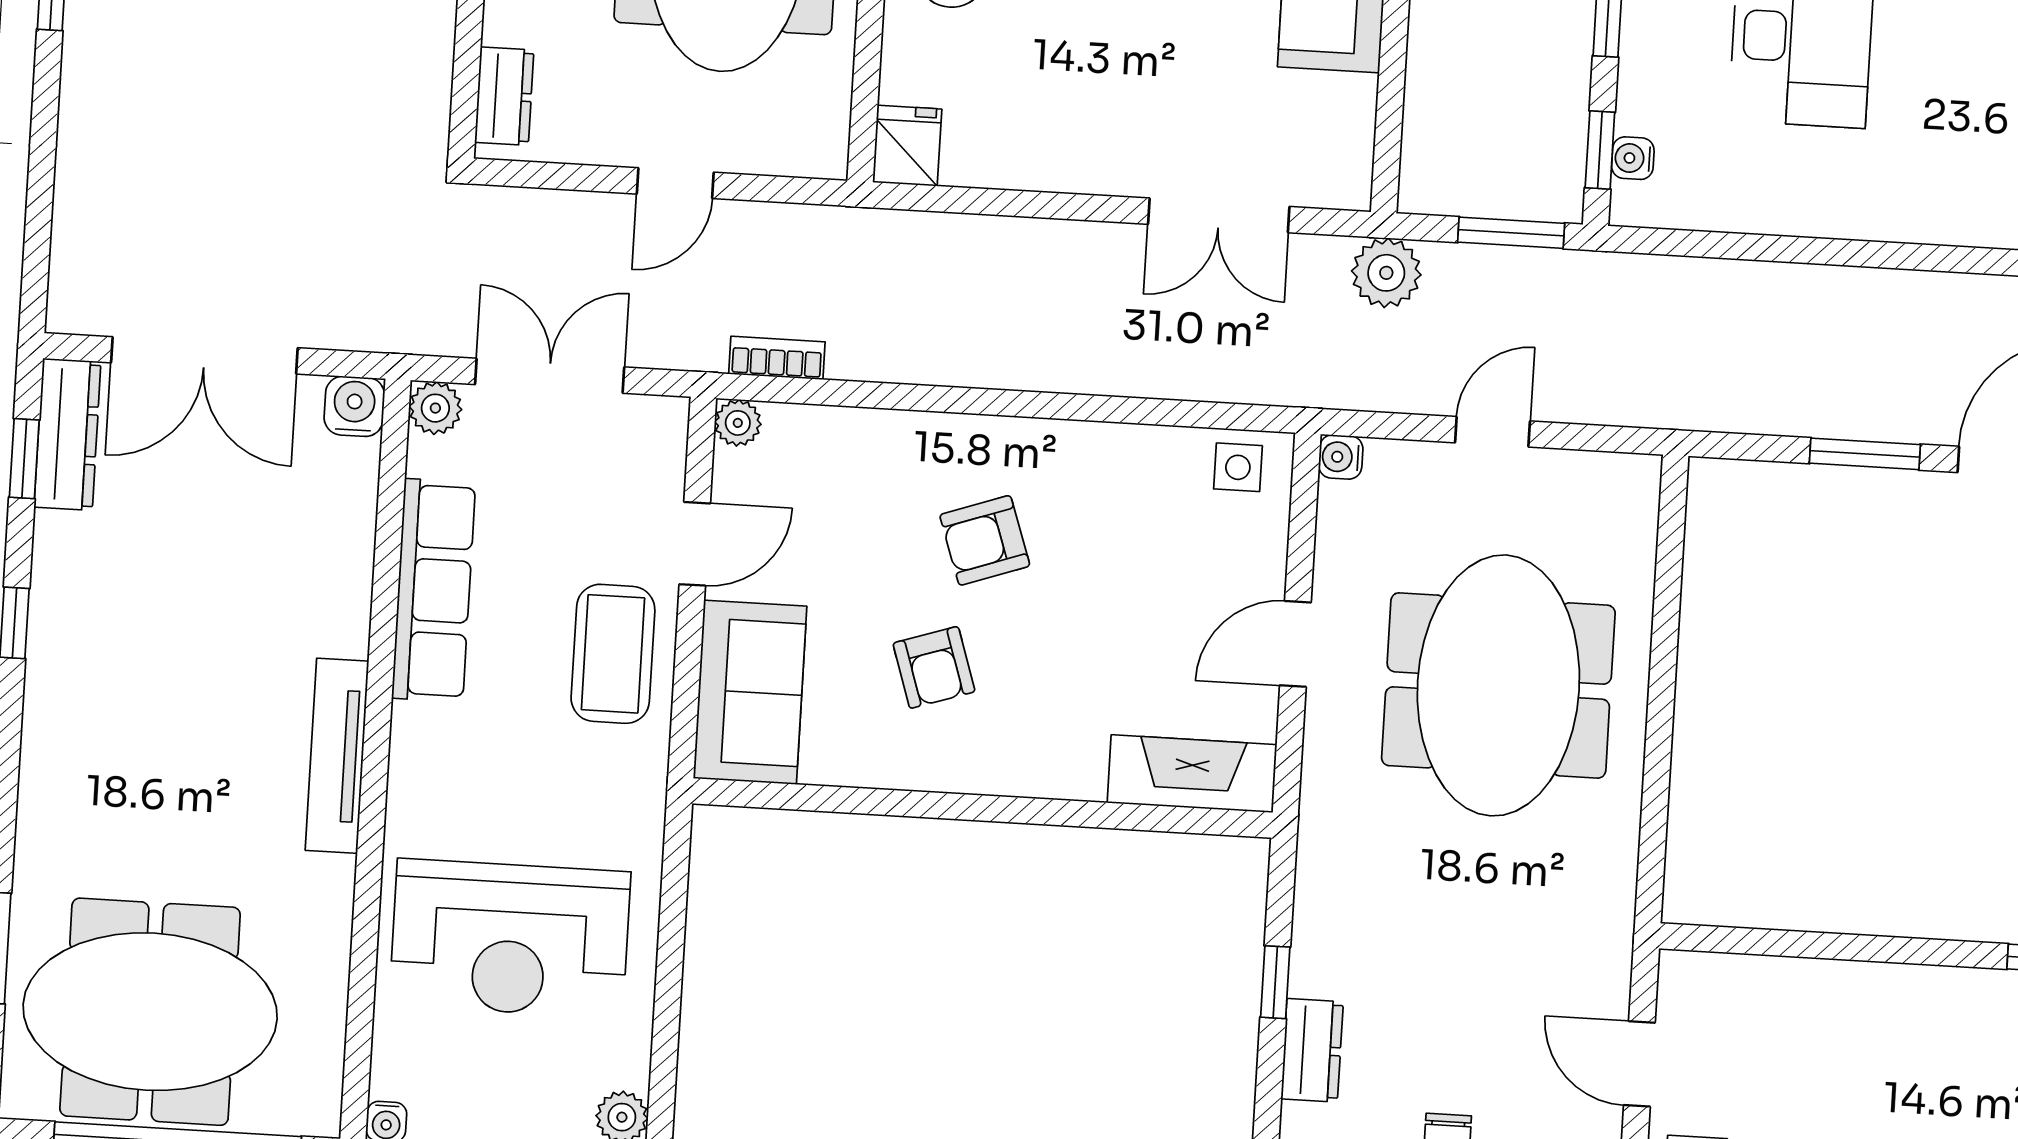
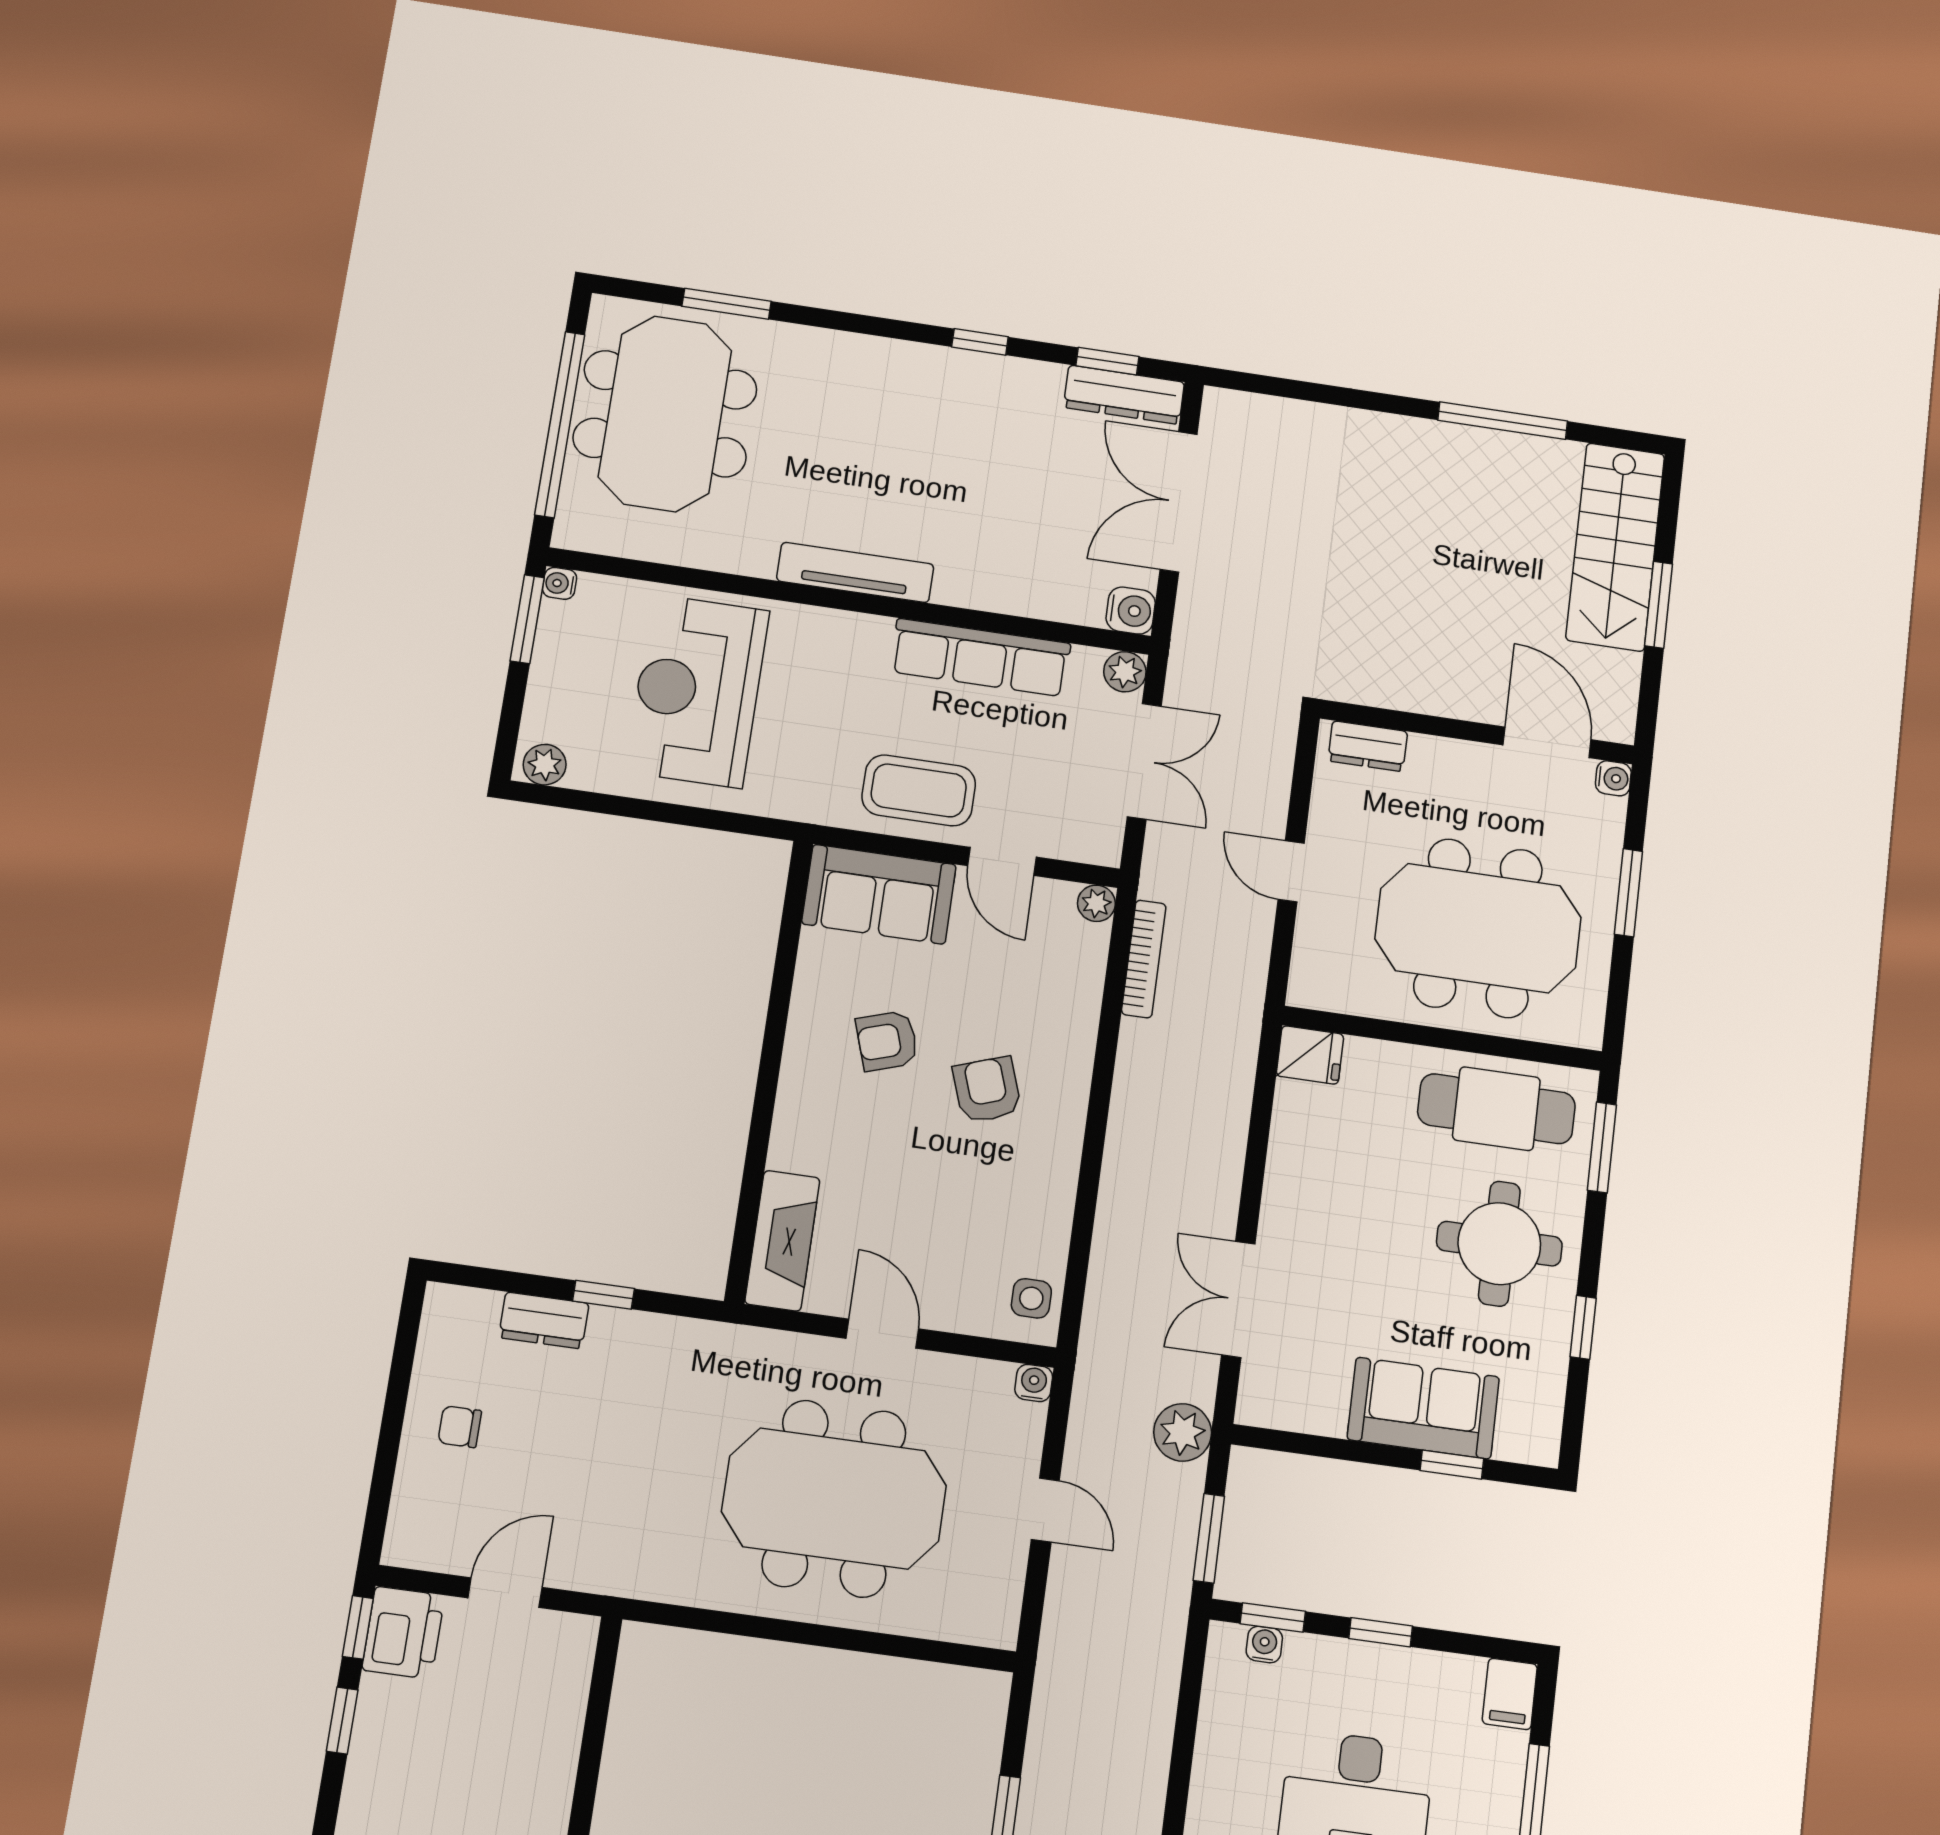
bookcase: (777, 358) -> (1144, 959), width x1.56

